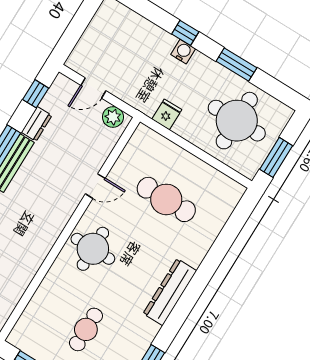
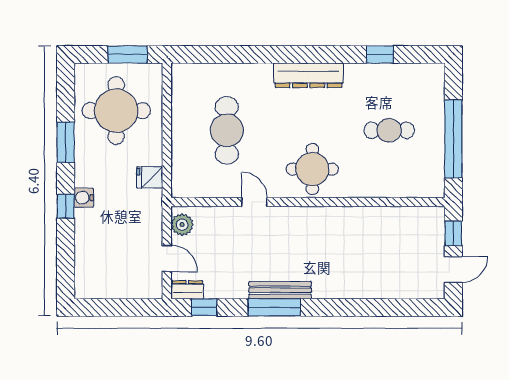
dresser: (37, 124) -> (187, 290), moved

